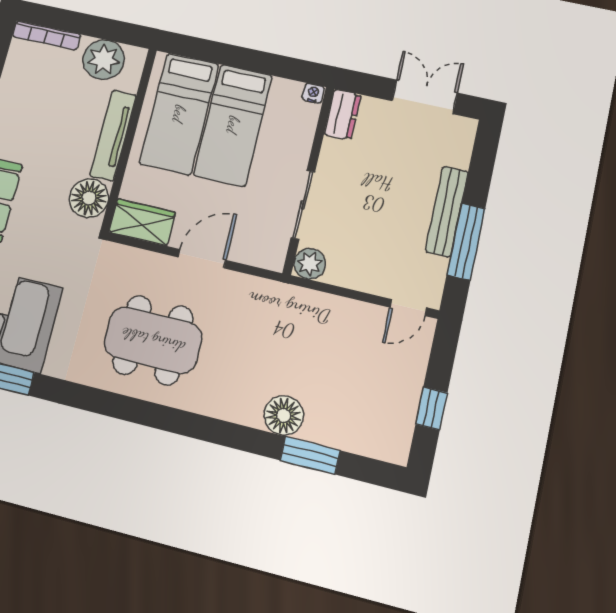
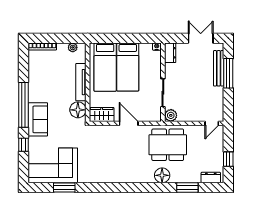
plant: (104, 60) -> (73, 47), width x0.53, depth x0.53
bench: (447, 211) -> (219, 68), moved
window: (466, 242) -> (228, 73), moved
door: (202, 259) -> (129, 123), hinge flipped
dining table: (153, 340) -> (168, 145), moved
floor lamp: (284, 416) -> (162, 175), moved
dresser: (376, 445) -> (211, 177), added

